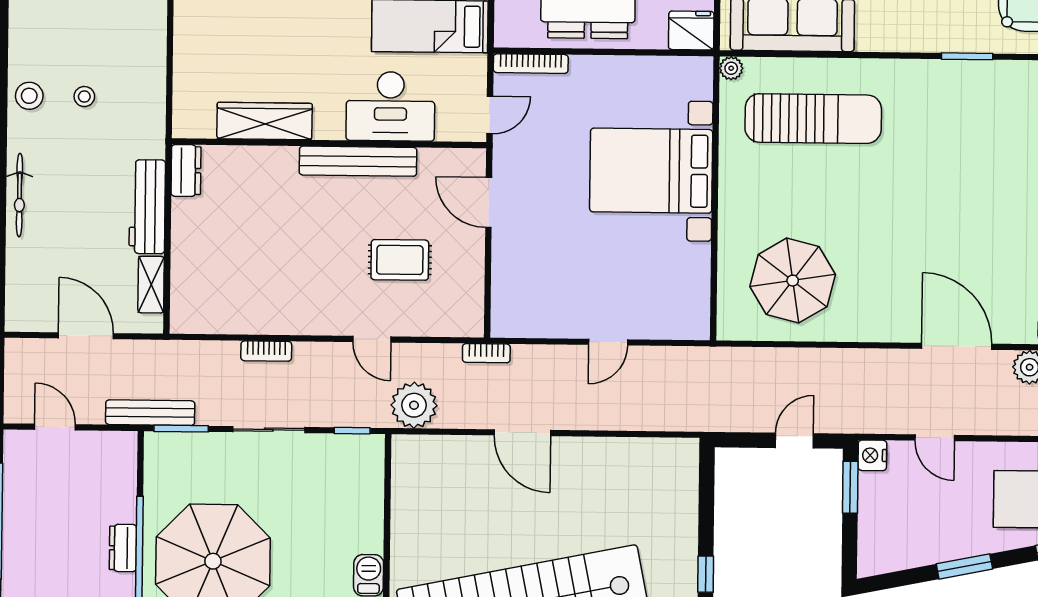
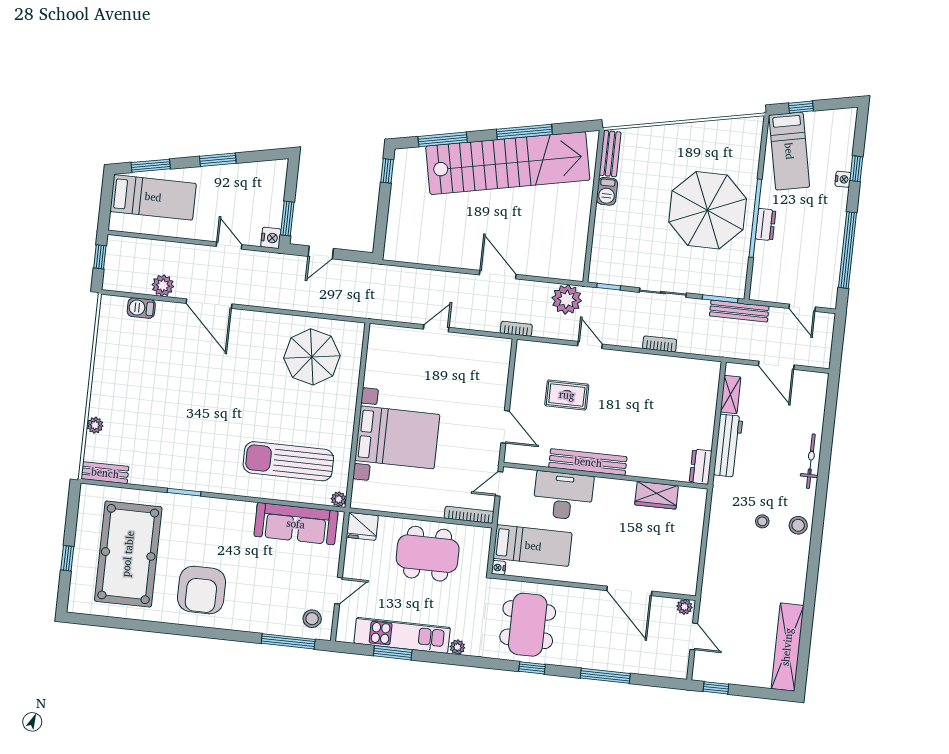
wardrobe: (265, 121) -> (657, 495), width x0.67

